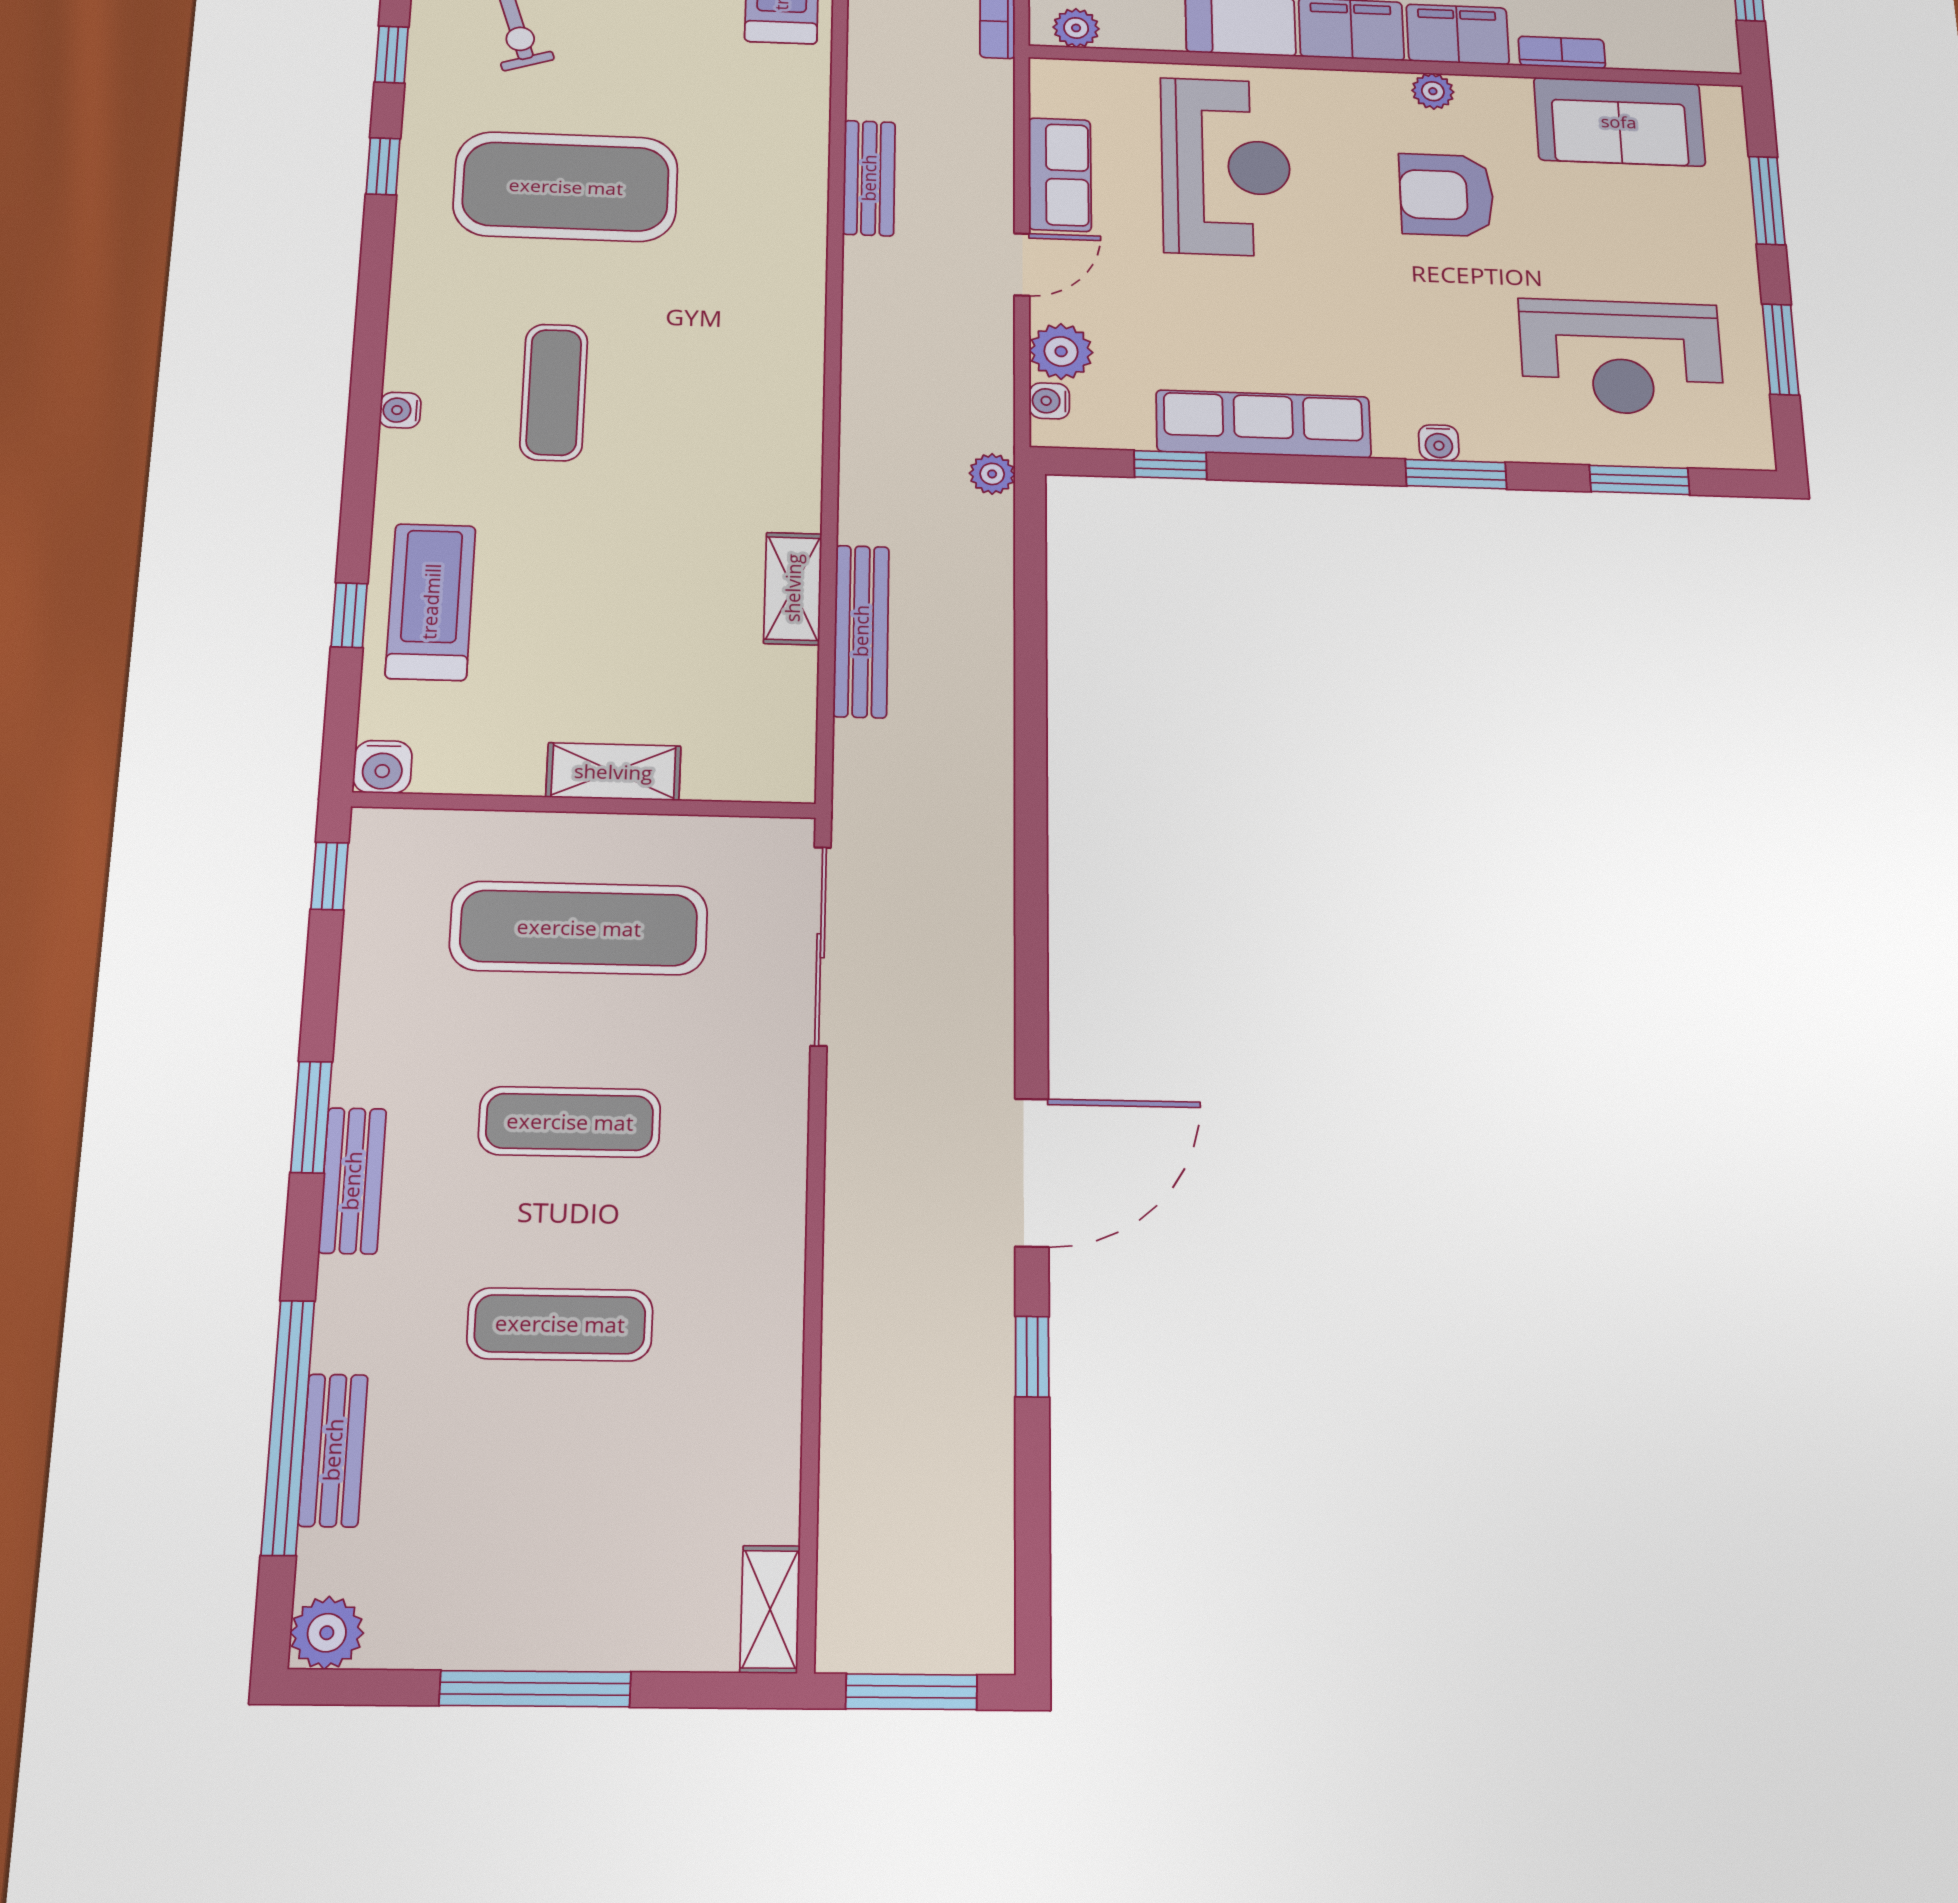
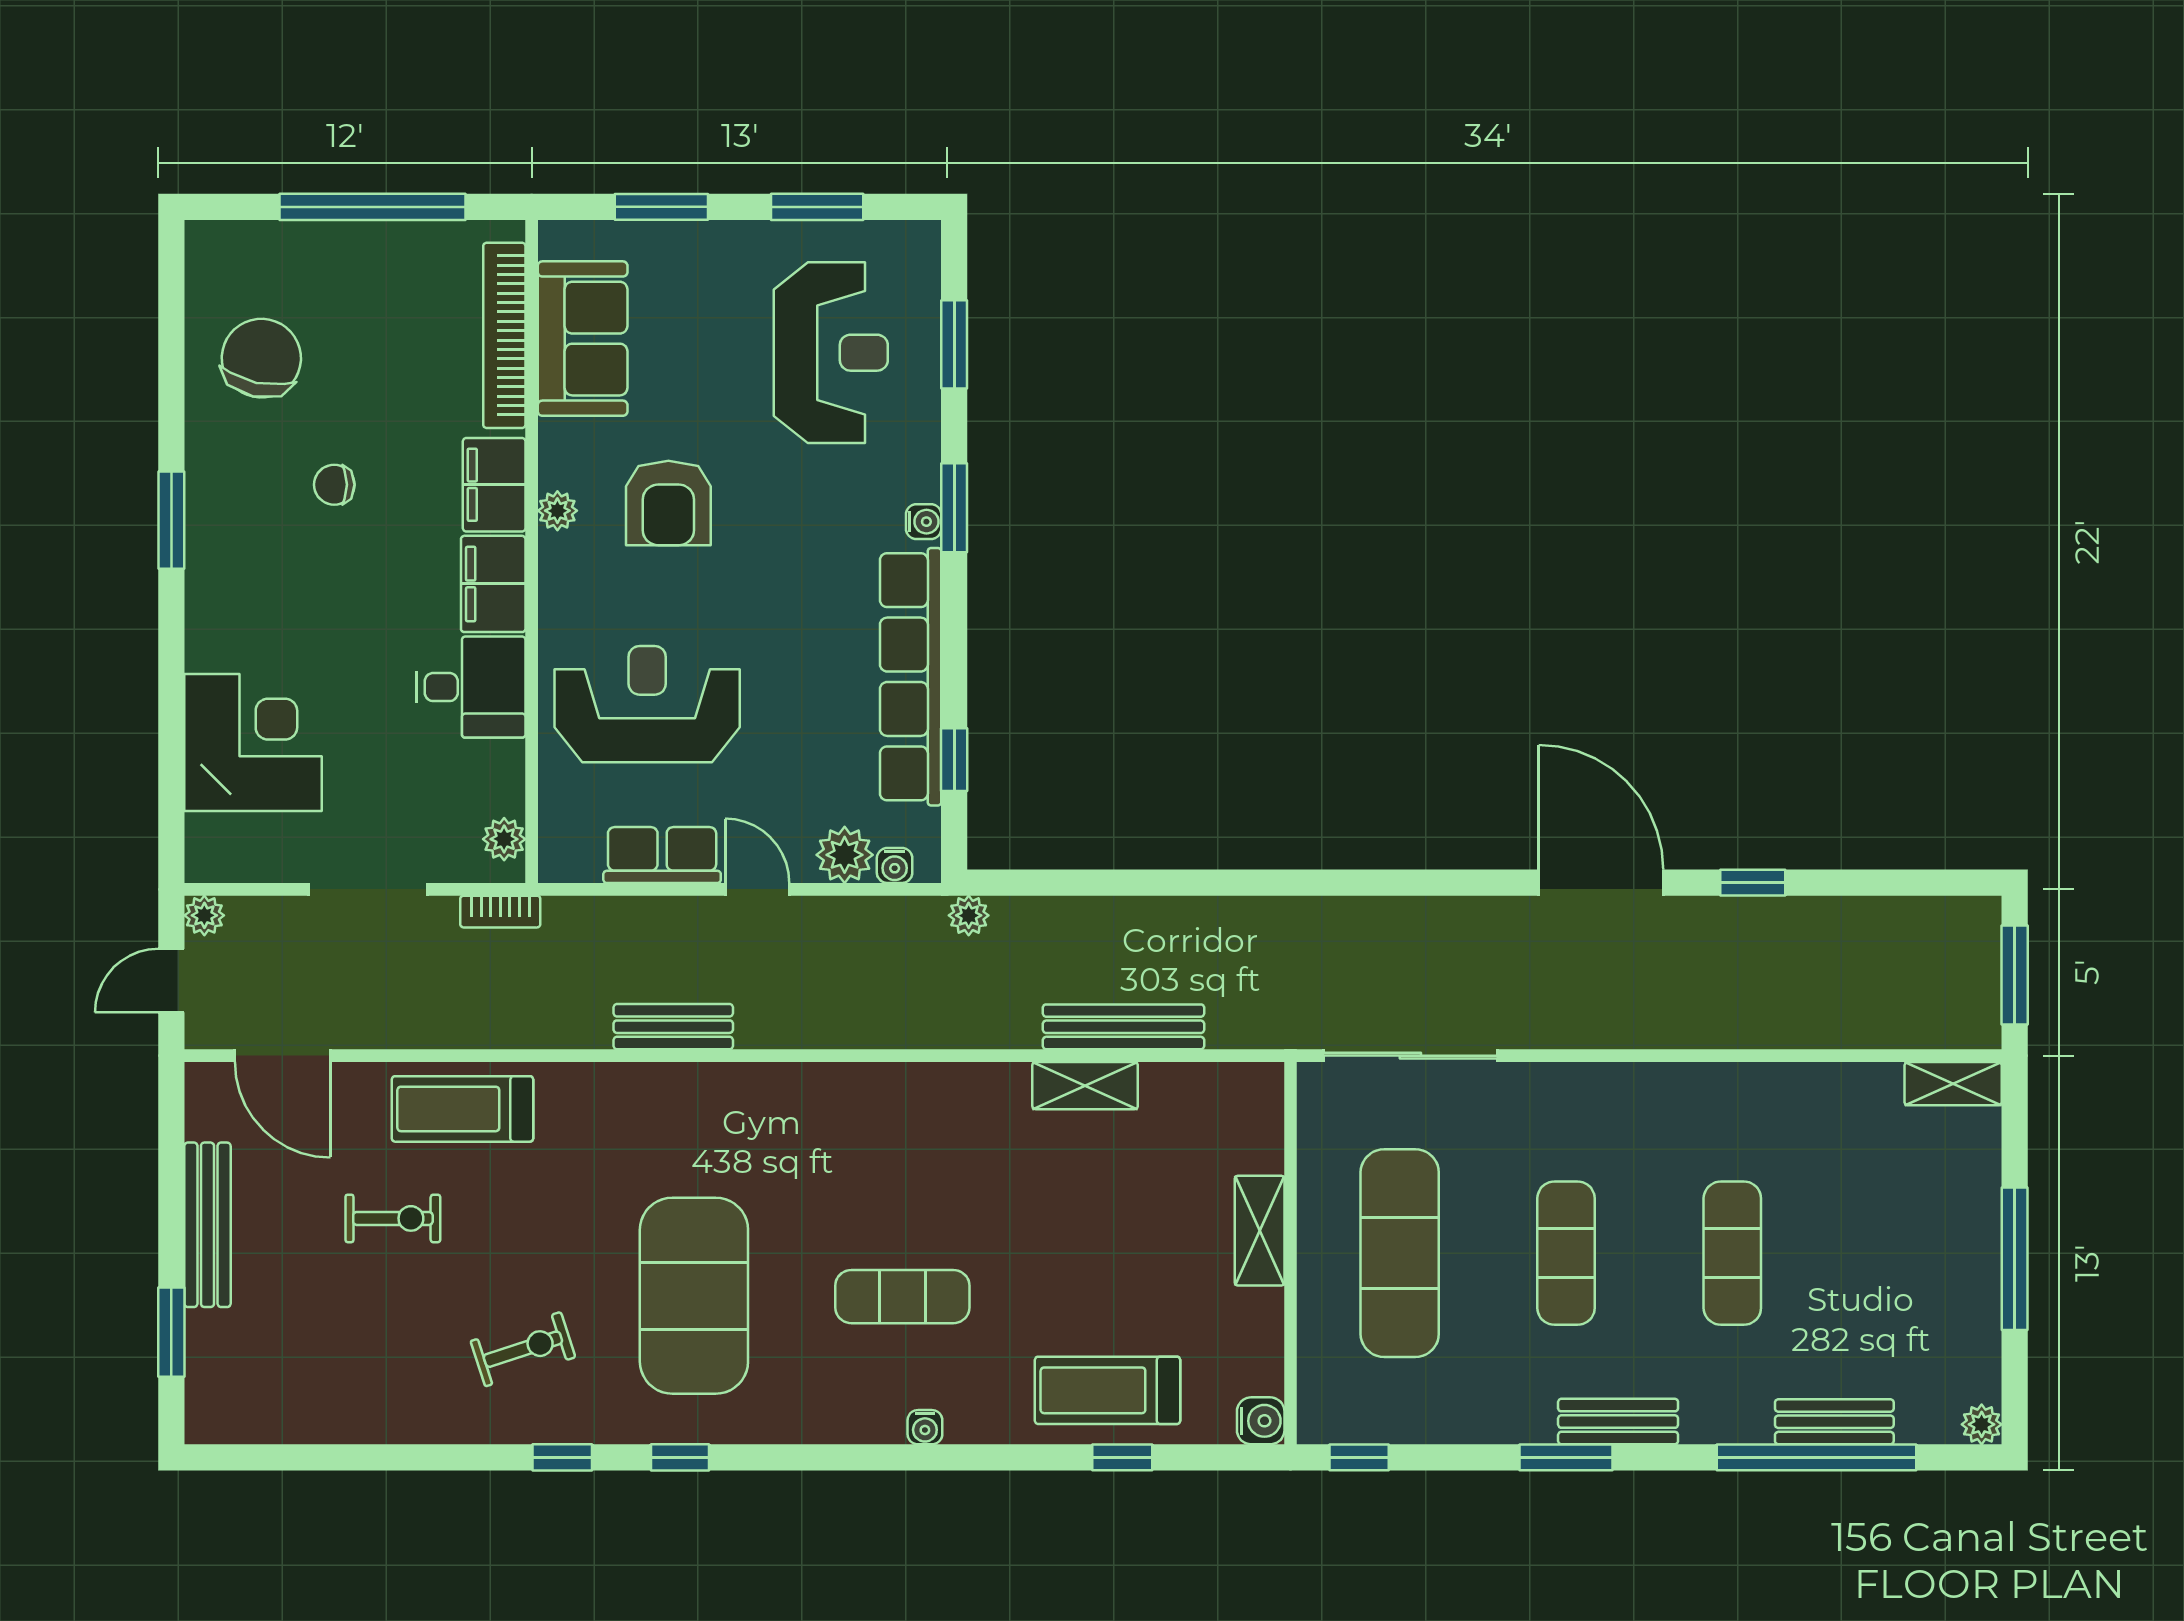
bookcase: (1562, 52) -> (504, 335), width x2.31, depth x1.31
row of seats: (1263, 424) -> (911, 677), width x1.36
plant: (327, 1633) -> (1982, 1424), width x0.73, depth x0.73

